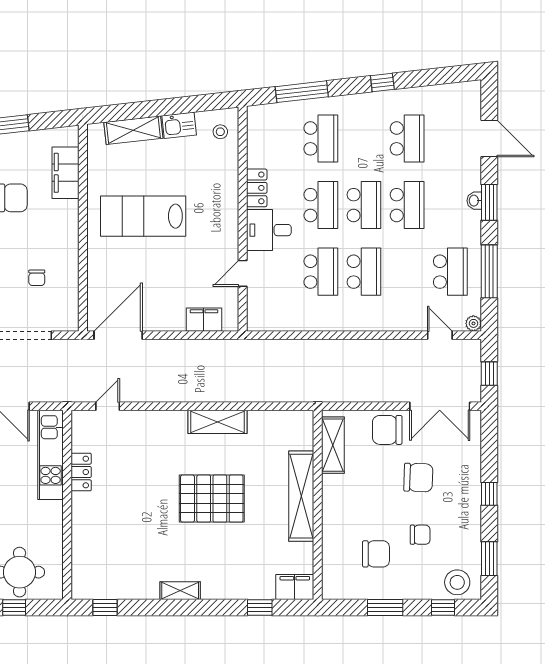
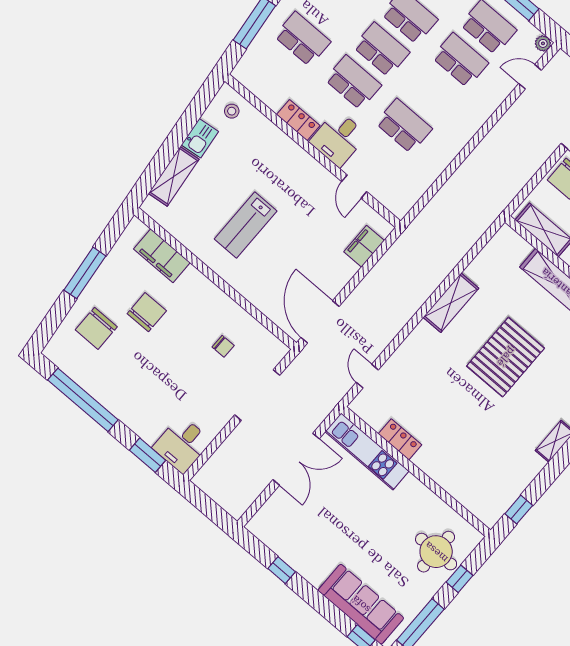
lab bench: (143, 216) -> (246, 225), width x0.73, depth x0.72
school desk: (364, 272) -> (460, 60), moved

